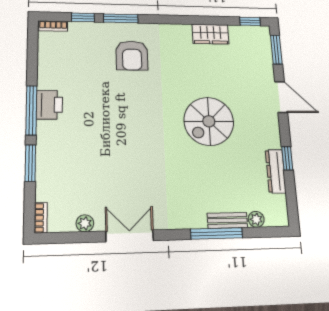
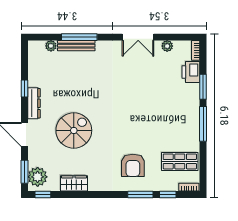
plant: (259, 43) -> (38, 177), added
armchair: (132, 55) -> (133, 165), turned 180
shop shelf: (66, 60) -> (180, 161), added
printer: (49, 105) -> (191, 72), moved
spiral stairs: (209, 121) -> (74, 130), moved
dresser: (276, 171) -> (34, 103), moved
bench: (227, 220) -> (76, 46), width x1.36

